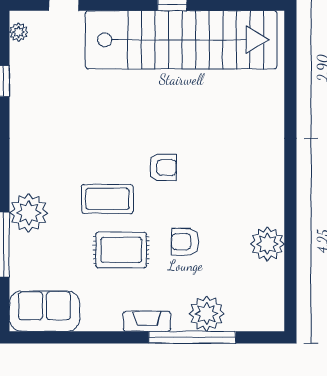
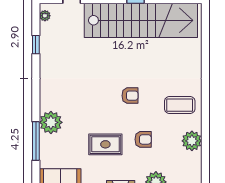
coffee table: (107, 199) -> (180, 105), moved
armchair: (185, 242) -> (143, 139), turned 180

